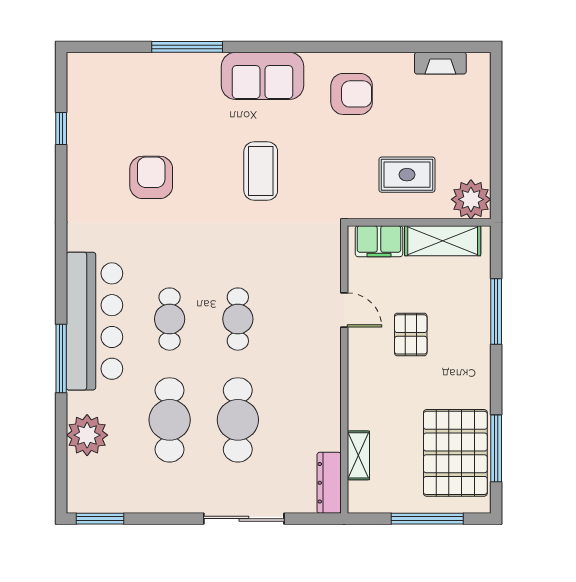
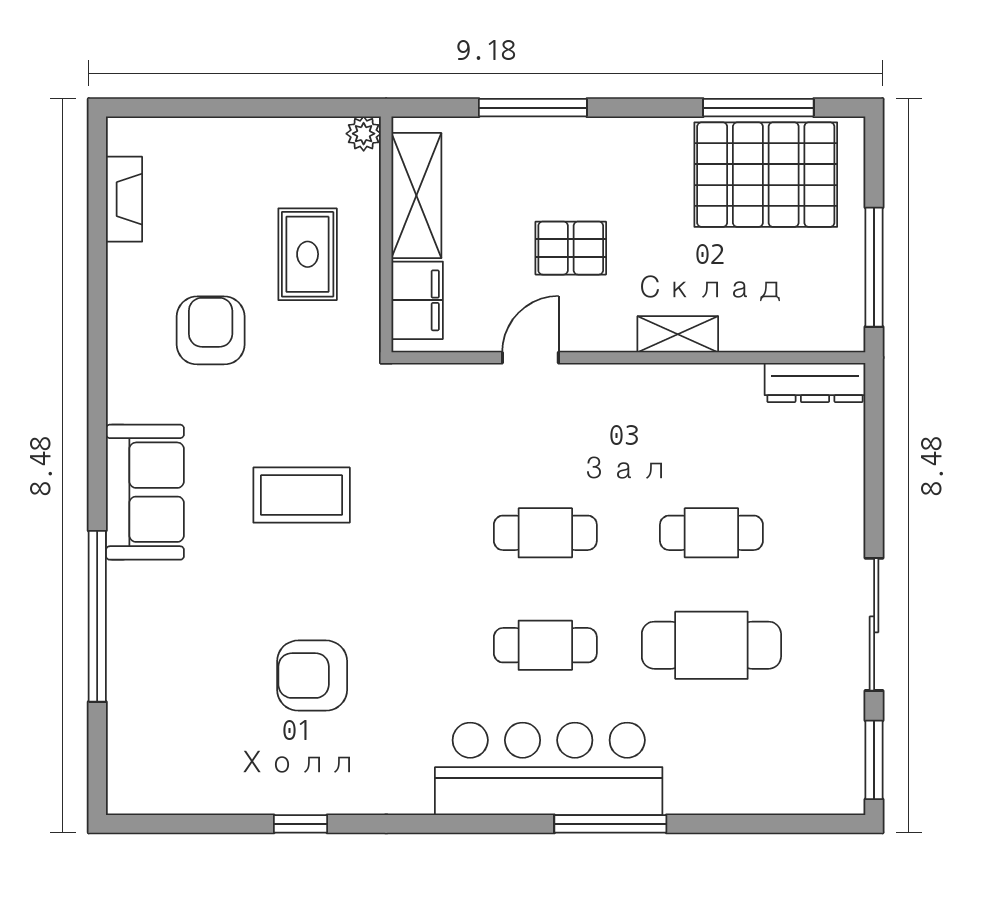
window: (187, 47) -> (97, 616), width x1.46
armchair: (352, 94) -> (211, 330), moved
window: (61, 128) -> (300, 824), moved
plant: (471, 199) -> (364, 134), width x0.53, depth x0.53
cafe table: (238, 420) -> (711, 533), width x0.73, depth x0.74
plant: (87, 435) -> (736, 781), removed
shelving: (358, 455) -> (678, 334), moved
sliding door: (244, 519) -> (874, 624), moved
window: (427, 519) -> (874, 267), moved

